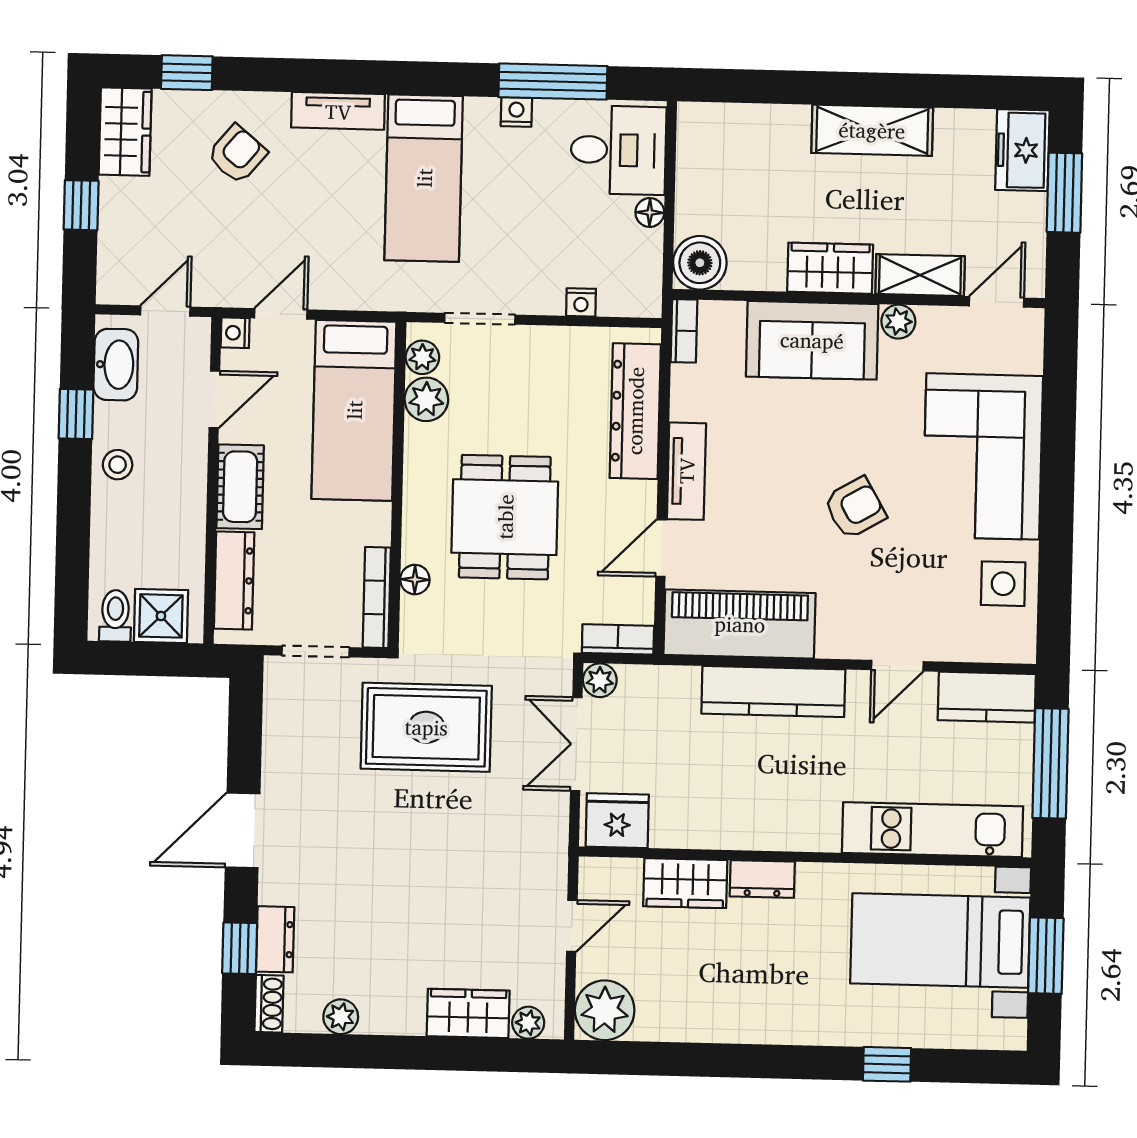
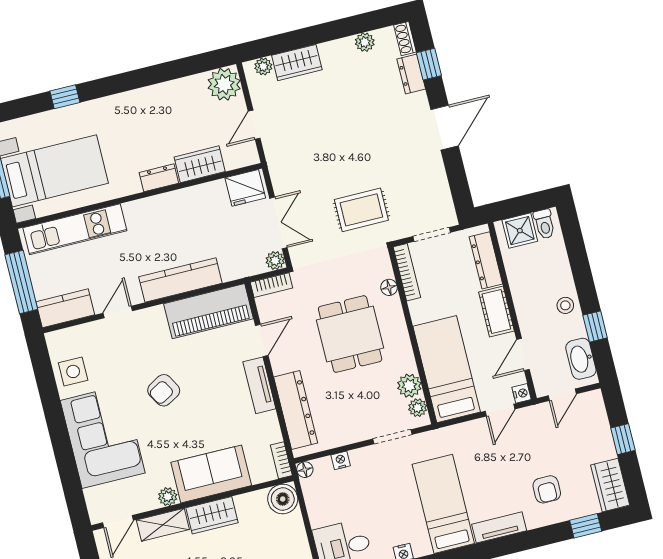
armchair: (237, 154) -> (547, 489), turned -40
floor lamp: (650, 212) -> (305, 470), moved
rug: (426, 727) -> (361, 210), width x0.73, depth x0.70

